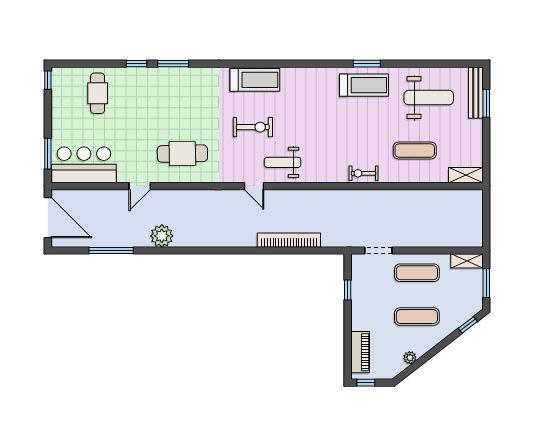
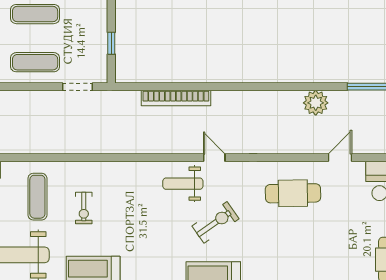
exercise bike: (253, 127) -> (216, 222), turned 145
exercise mat: (415, 151) -> (37, 197), turned 90
weight bench: (283, 162) -> (183, 184), turned 180
exercise bike: (363, 173) -> (84, 208), moved, turned 90

